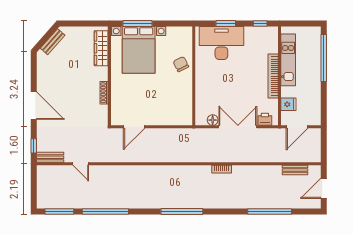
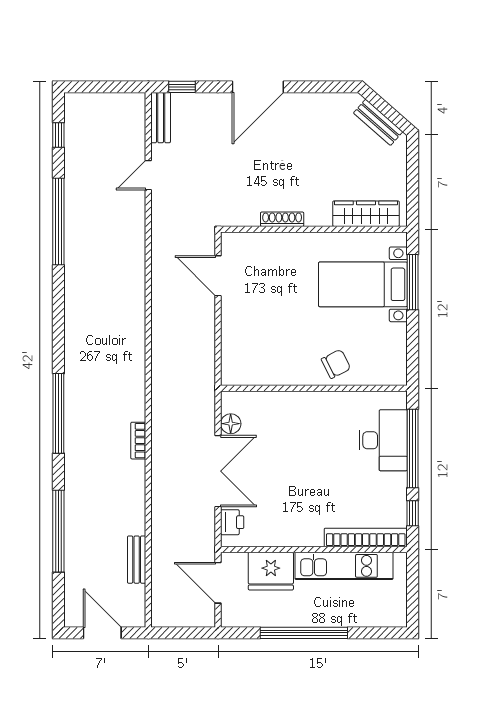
window: (226, 23) -> (413, 449), width x2.11
desk: (221, 43) -> (383, 440), width x0.73, depth x0.77
bed with nightstands: (139, 50) -> (363, 284), width x0.73
window: (324, 58) -> (304, 633), moved
bookcase: (273, 76) -> (366, 537), moved
fridge: (288, 104) -> (271, 571), width x1.88, depth x1.34
bench: (295, 170) -> (137, 560), moved
window: (59, 212) -> (58, 135), width x0.46
window: (182, 212) -> (58, 413), moved

